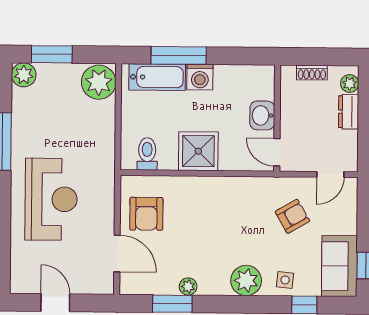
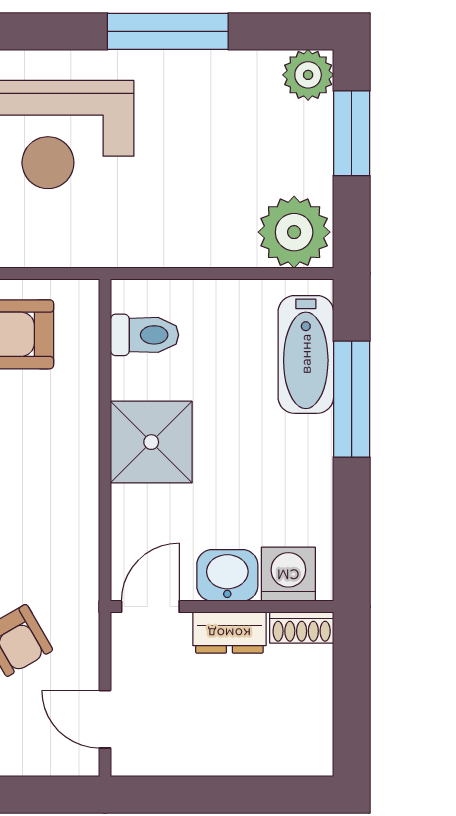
shoe rack: (312, 73) -> (302, 627), moved, turned -90
washing machine: (200, 77) -> (288, 574), moved, turned 90
plant: (350, 83) -> (296, 758), removed
dresser: (349, 112) -> (229, 633), moved, turned 180

